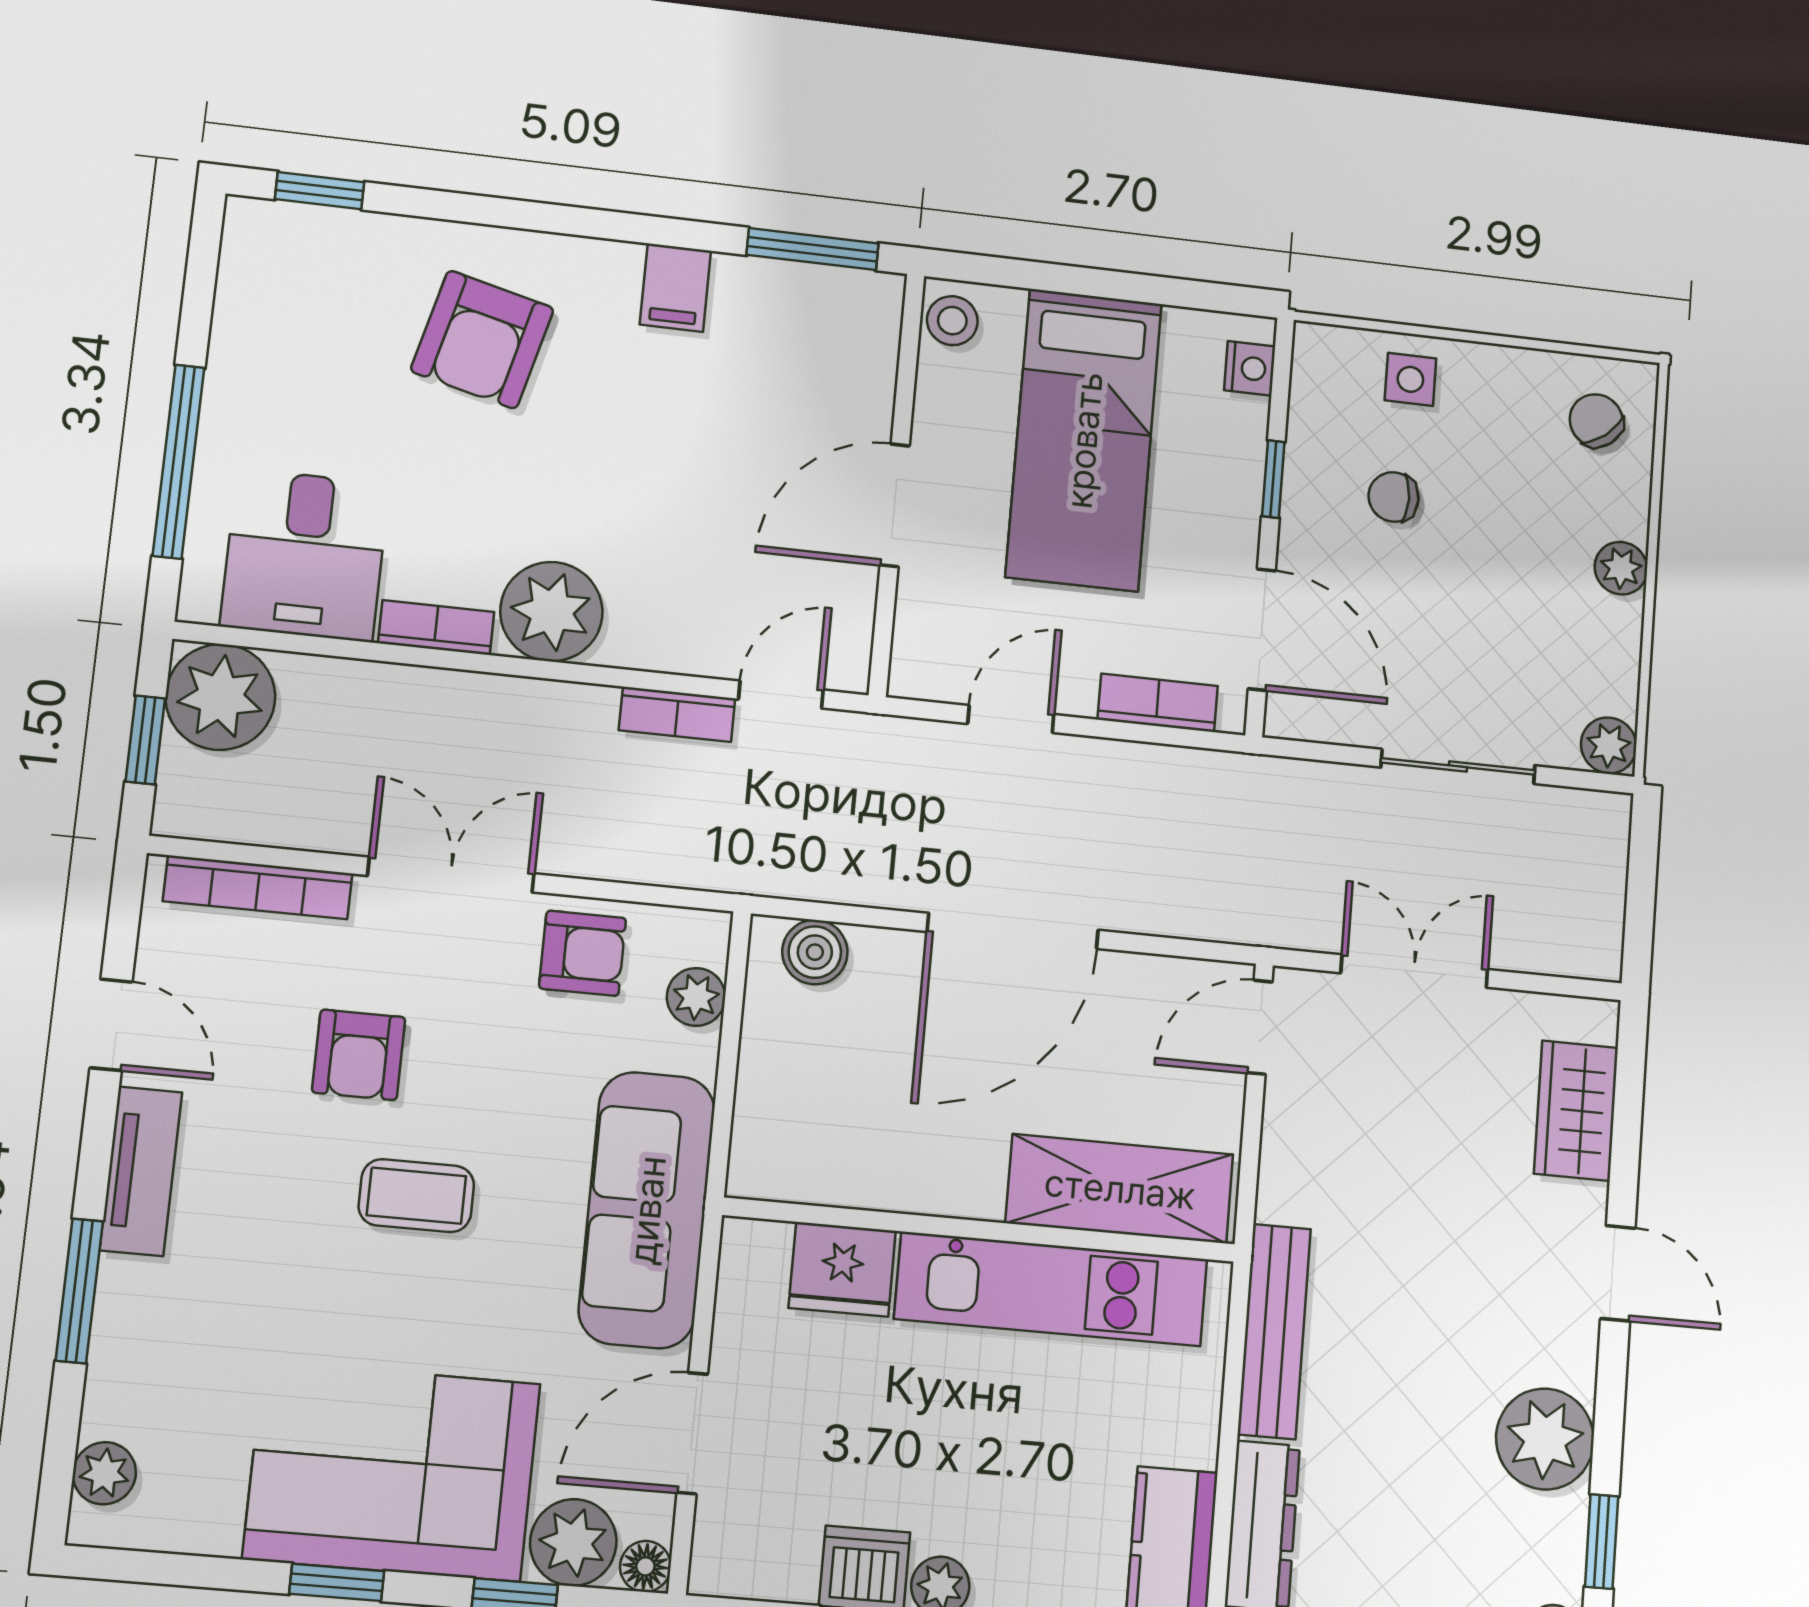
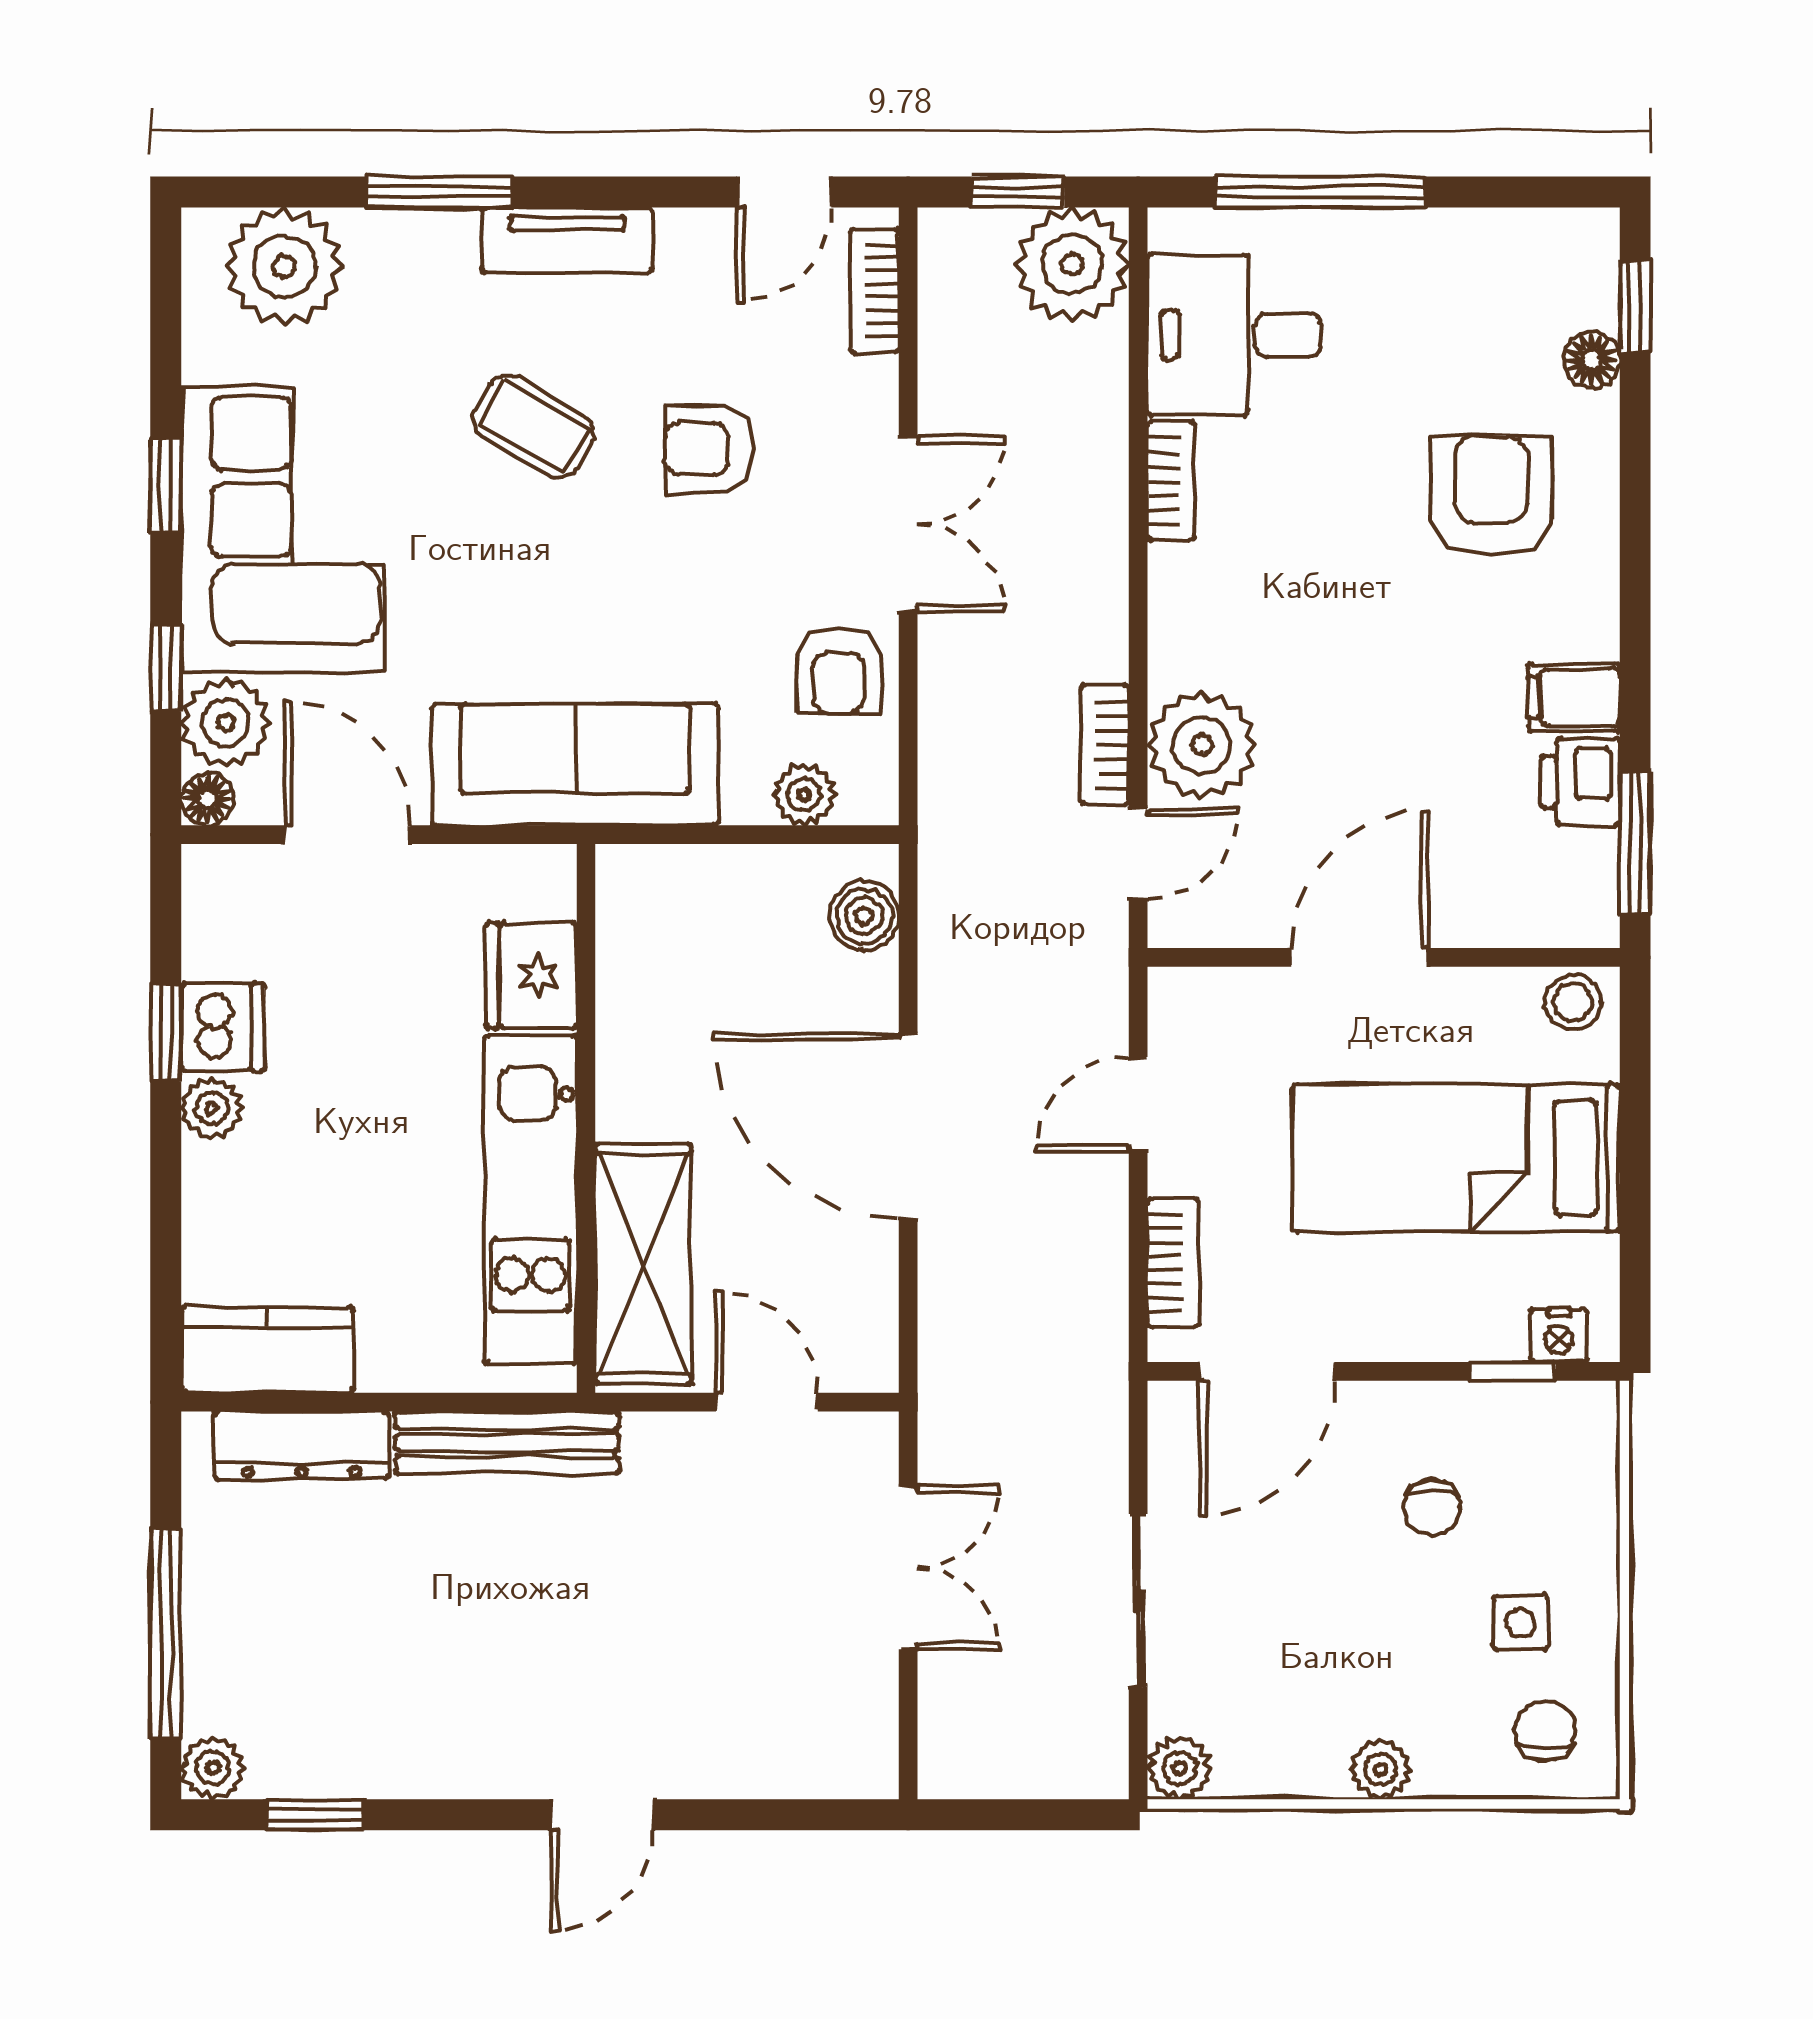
floor lamp: (365, 235) -> (1592, 360), added
printer: (753, 291) -> (1580, 782), added
armchair: (482, 340) -> (1491, 496), turned 76
side table: (1410, 379) -> (1521, 1623), moved
chair: (1596, 421) -> (1545, 1731), turned -52
window: (1273, 479) -> (1513, 1371), moved
chair: (1394, 497) -> (1432, 1507), turned 180
door: (895, 505) -> (1360, 957), hinge flipped
plant: (551, 612) -> (1202, 745), moved
door: (781, 695) -> (1138, 854), hinge flipped
door: (1011, 719) -> (1138, 1104), swing flipped
bookcase: (258, 887) -> (874, 291), width x0.64
door: (111, 1025) -> (784, 192), moved
door: (1260, 1027) -> (767, 1402), moved
wardrobe: (1576, 1111) -> (773, 1757), removed
coffee table: (416, 1196) -> (534, 426), moved, turned -60
plant: (1545, 1439) -> (418, 1746), removed
plant: (104, 1473) -> (284, 267), width x1.87, depth x1.87

